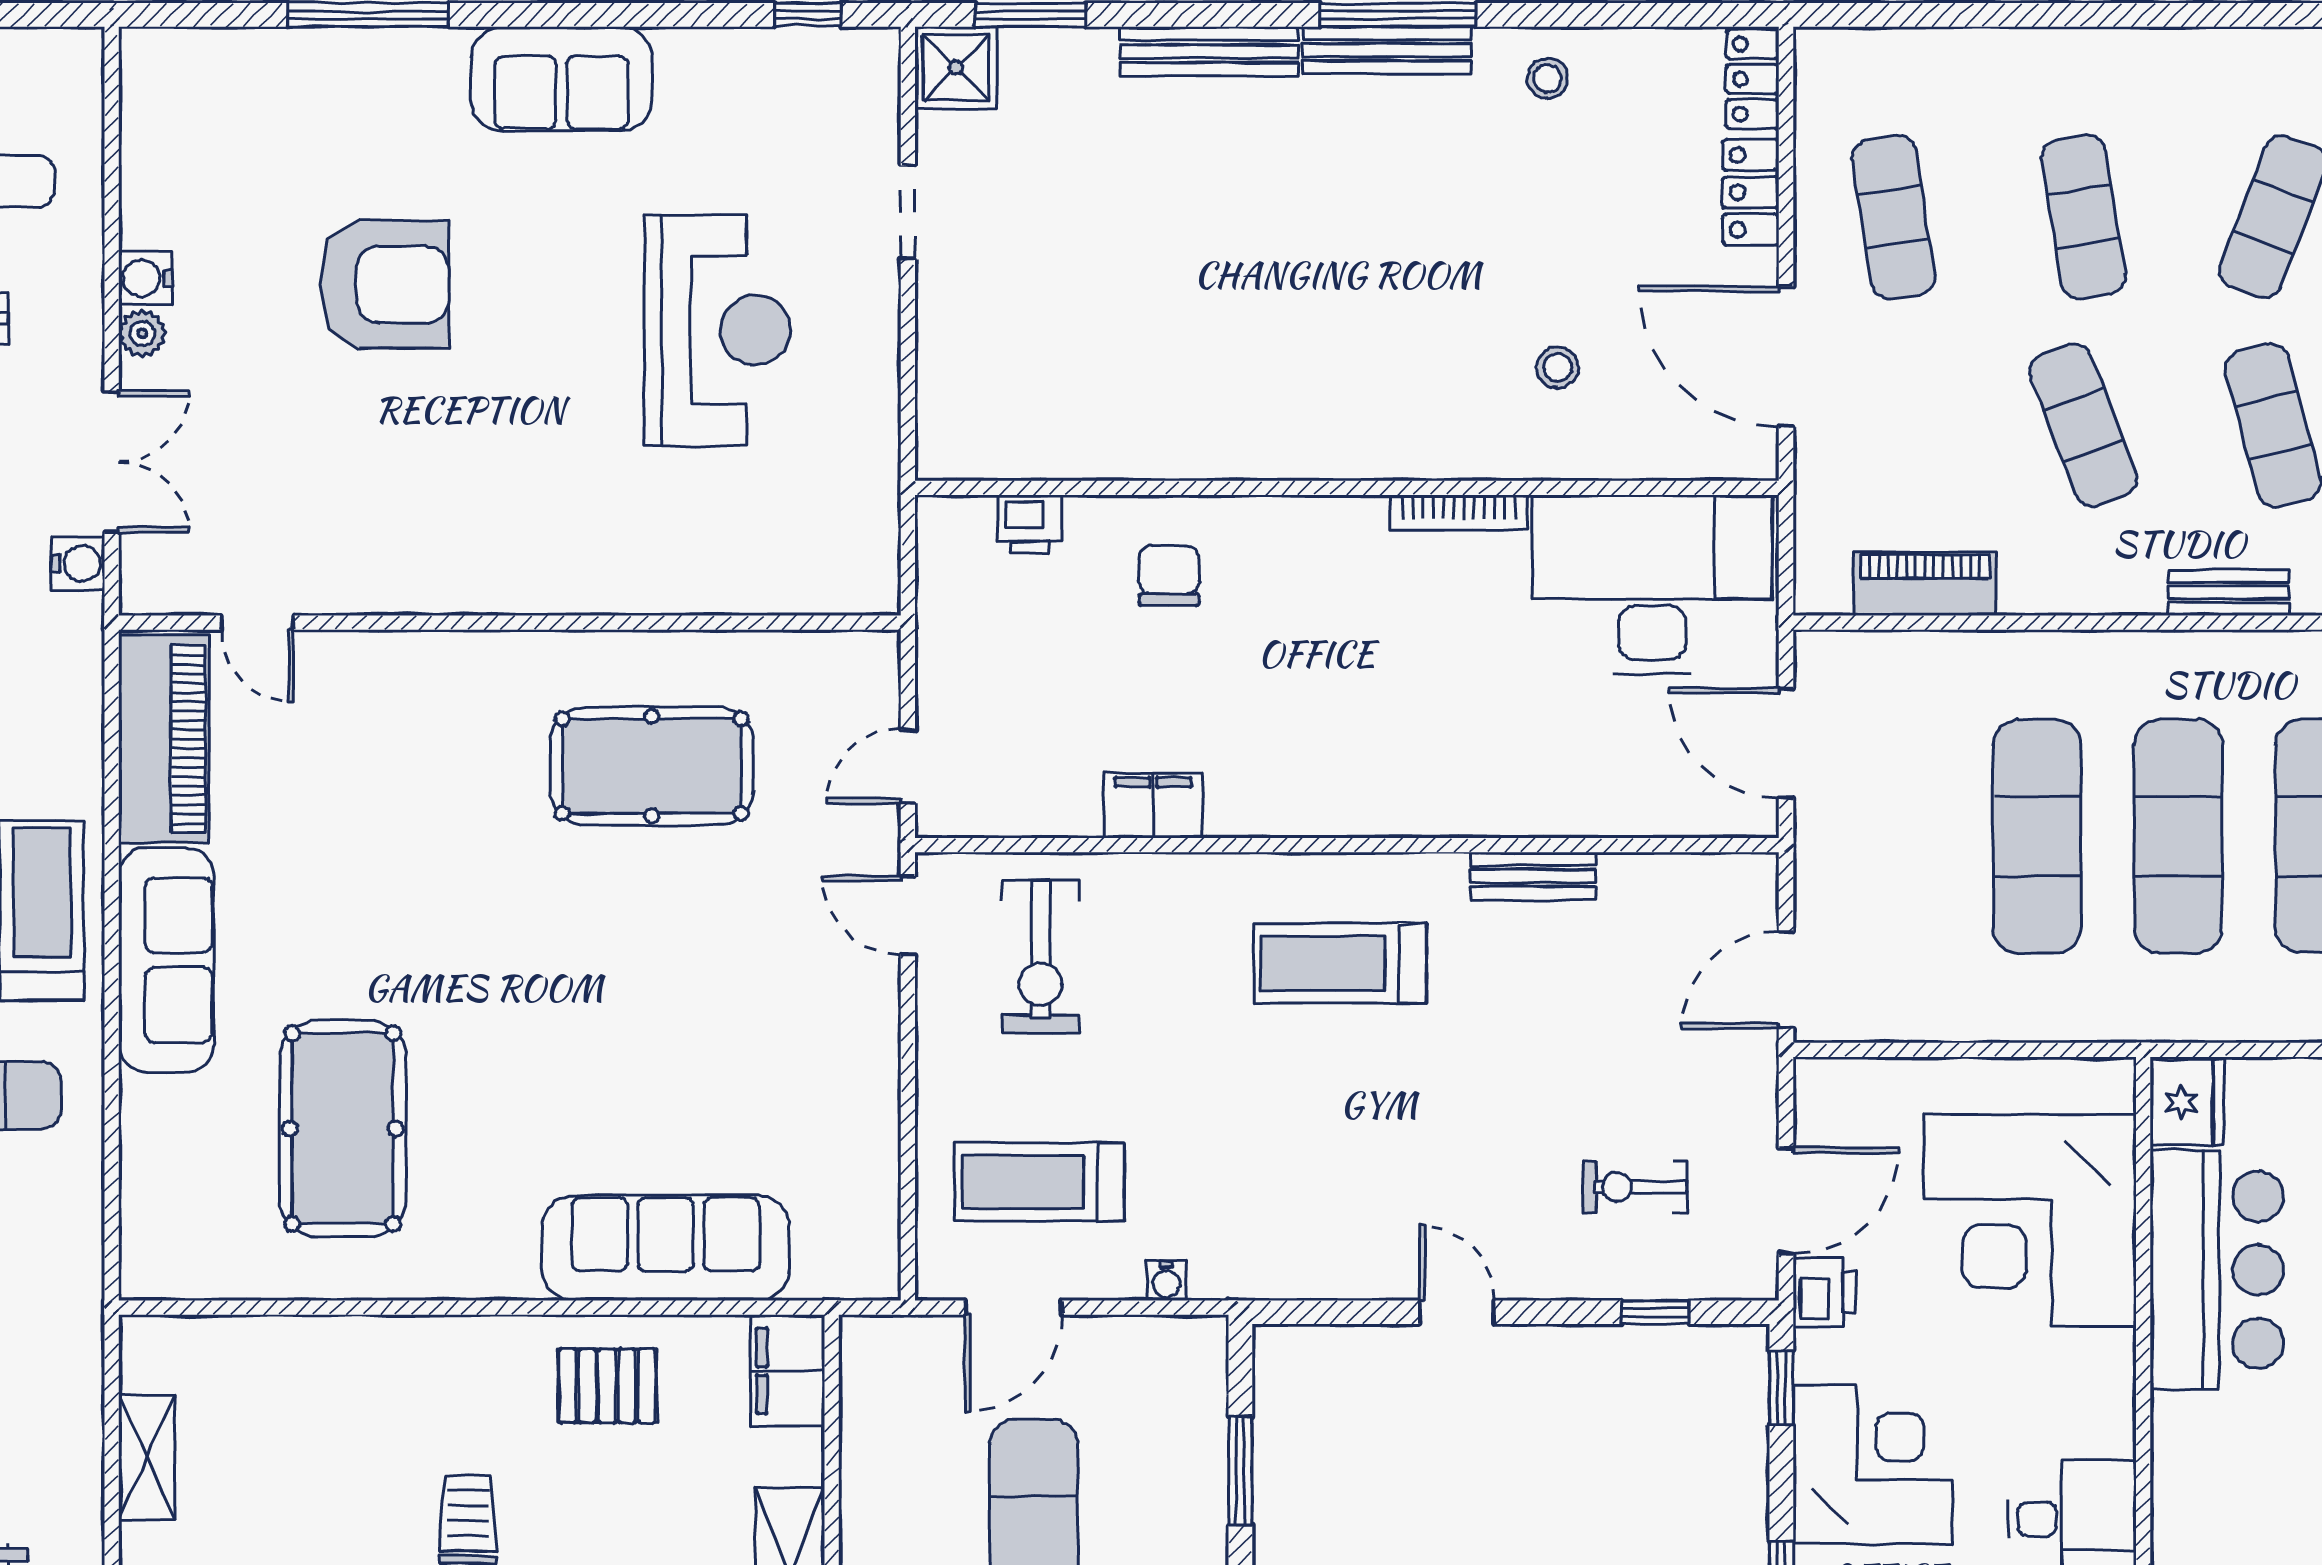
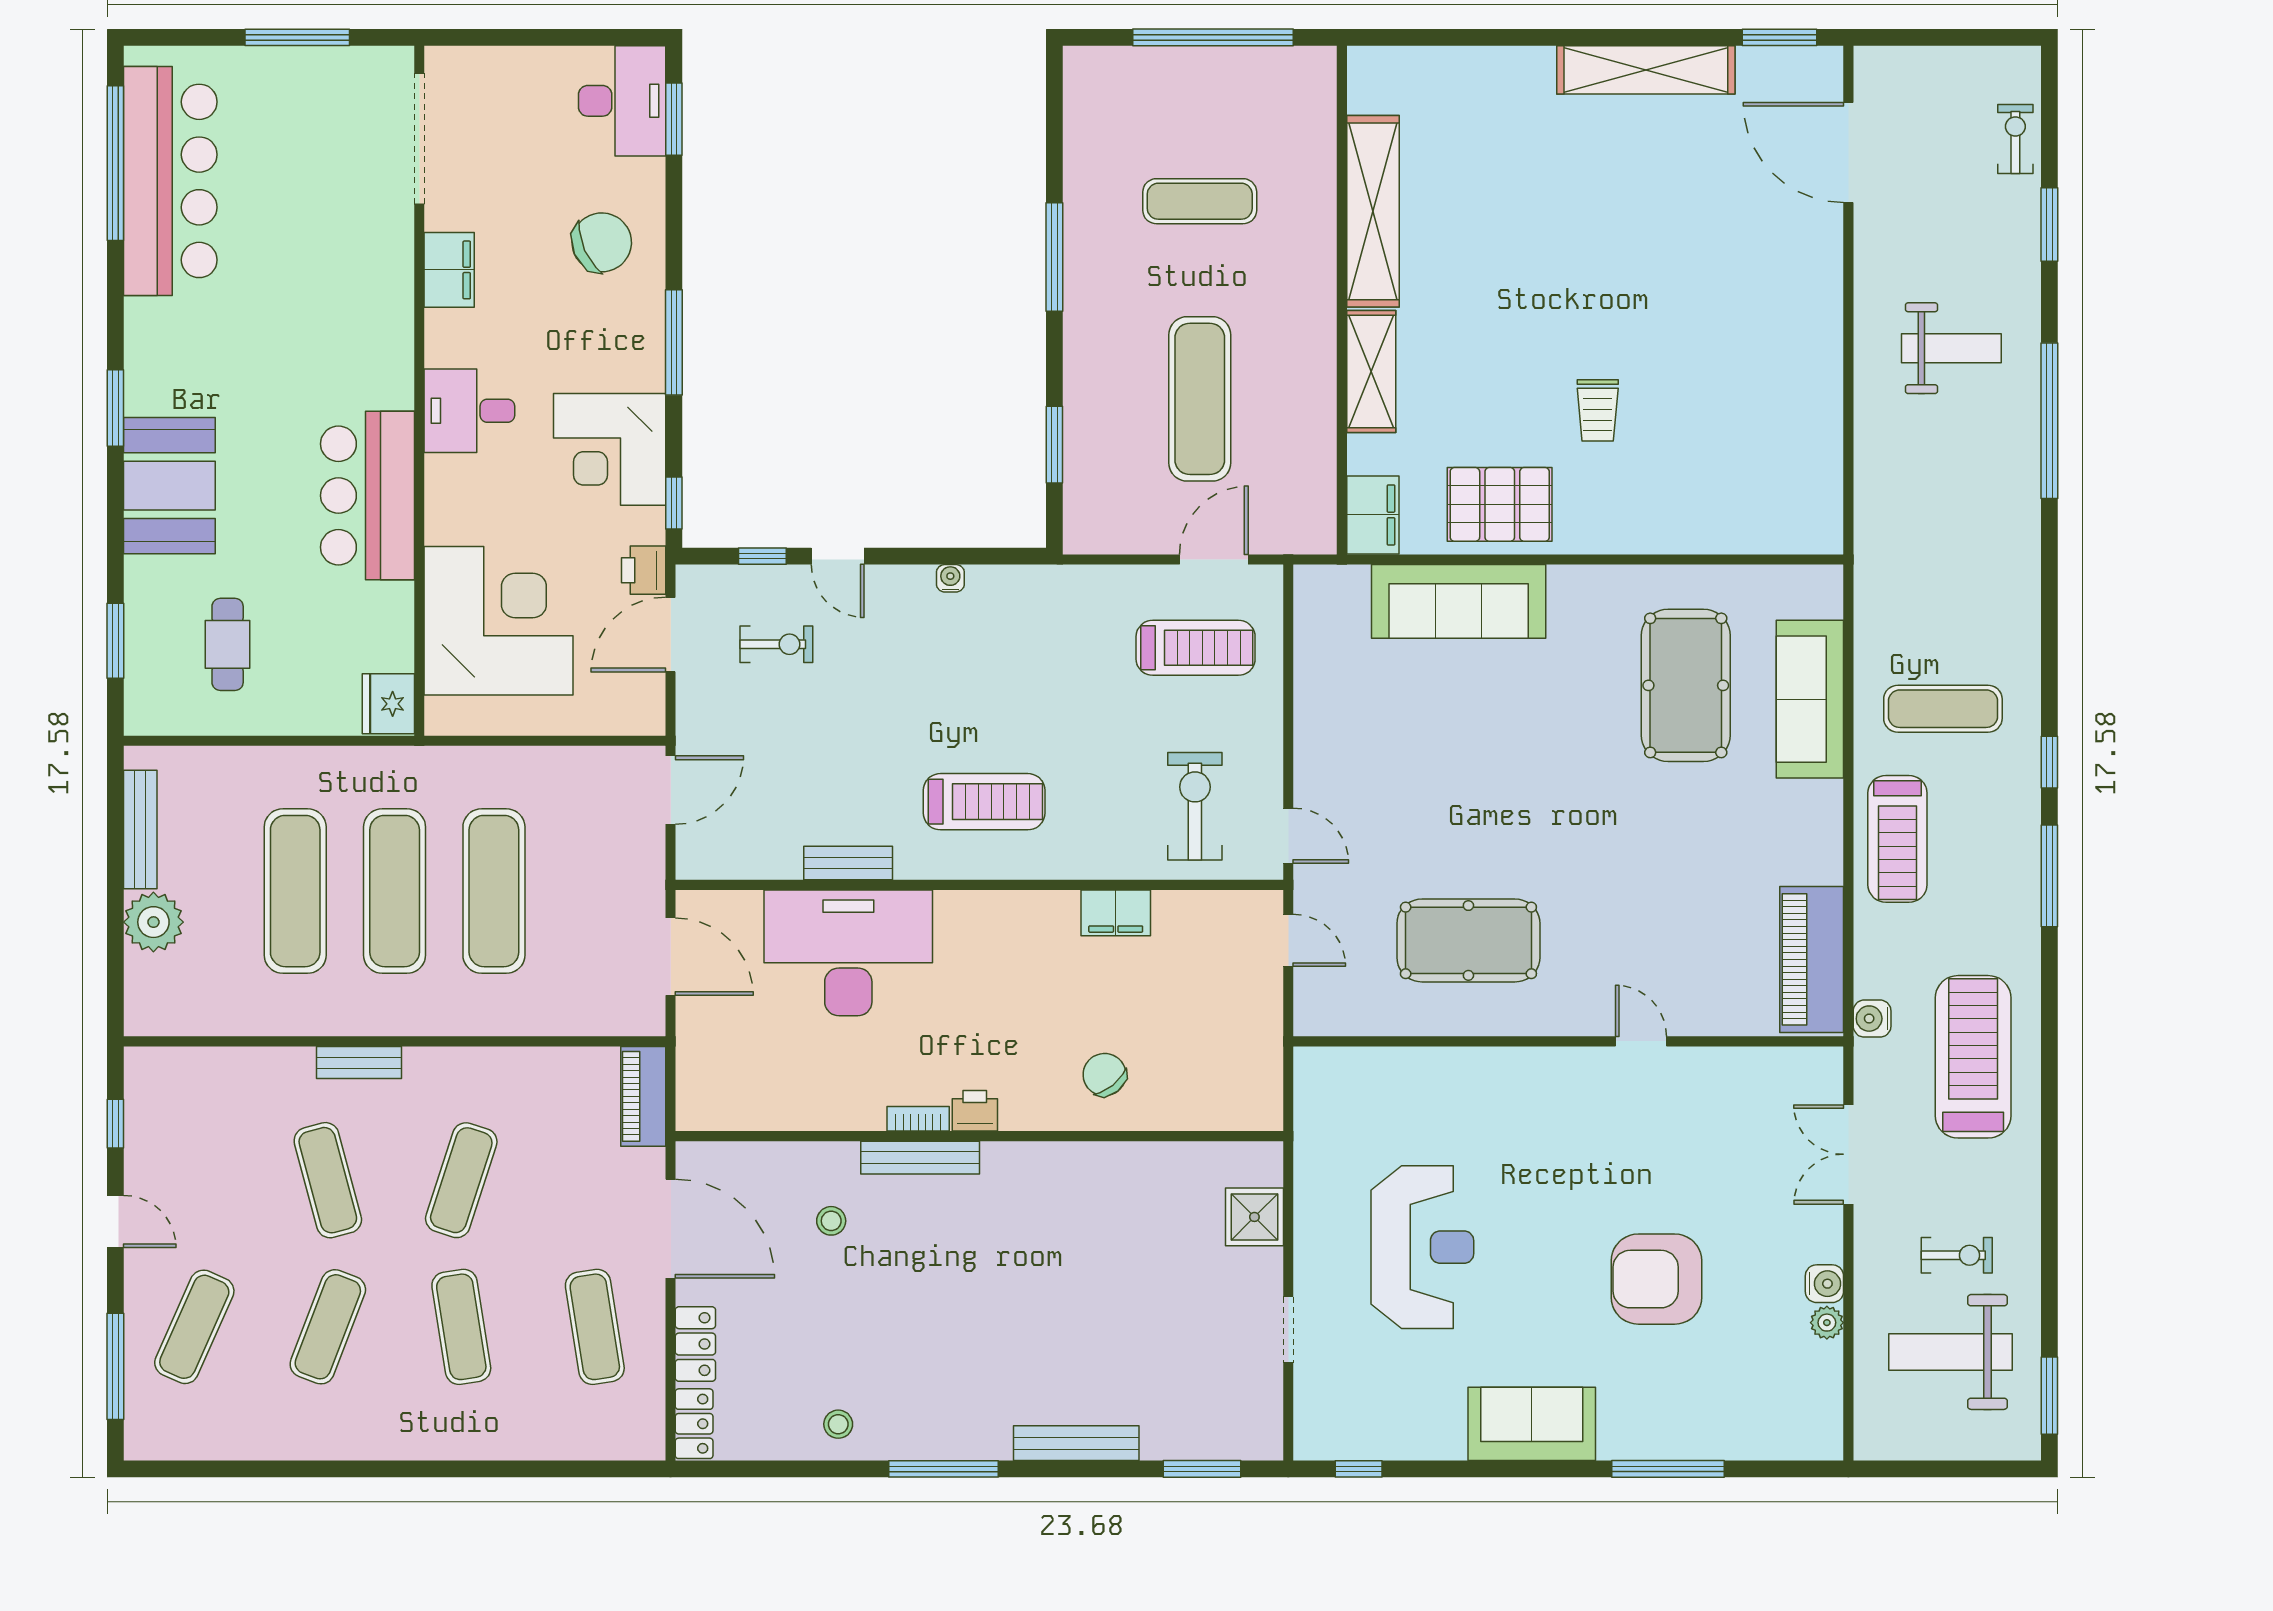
bench: (1387, 50) -> (920, 1158), moved
shower: (956, 68) -> (1254, 1217), moved
reception desk: (717, 330) -> (1422, 1247), turned 180
plant: (142, 333) -> (1827, 1323), moved
exercise mat: (2083, 425) -> (461, 1180), turned 39
bookcase: (1459, 513) -> (918, 1119), width x0.64
printer: (1030, 524) -> (975, 1111), moved
water cooler: (78, 563) -> (1872, 1019), moved
chair: (1169, 575) -> (1105, 1075), turned 141
desk: (1652, 584) -> (848, 953), moved, turned 180
piano: (1925, 584) -> (643, 1096), moved, turned 90
door: (257, 623) -> (1641, 1041), moved
door: (908, 766) -> (1288, 940), hinge flipped
sofa: (166, 960) -> (1810, 699), moved
bar counter: (2217, 1270) -> (367, 496), moved
water cooler: (1166, 1281) -> (950, 578), moved
door: (1457, 1312) -> (838, 556), moved
pallet: (607, 1386) -> (1500, 504), width x1.50, depth x1.42
shelving: (147, 1457) -> (1824, 454), removed

